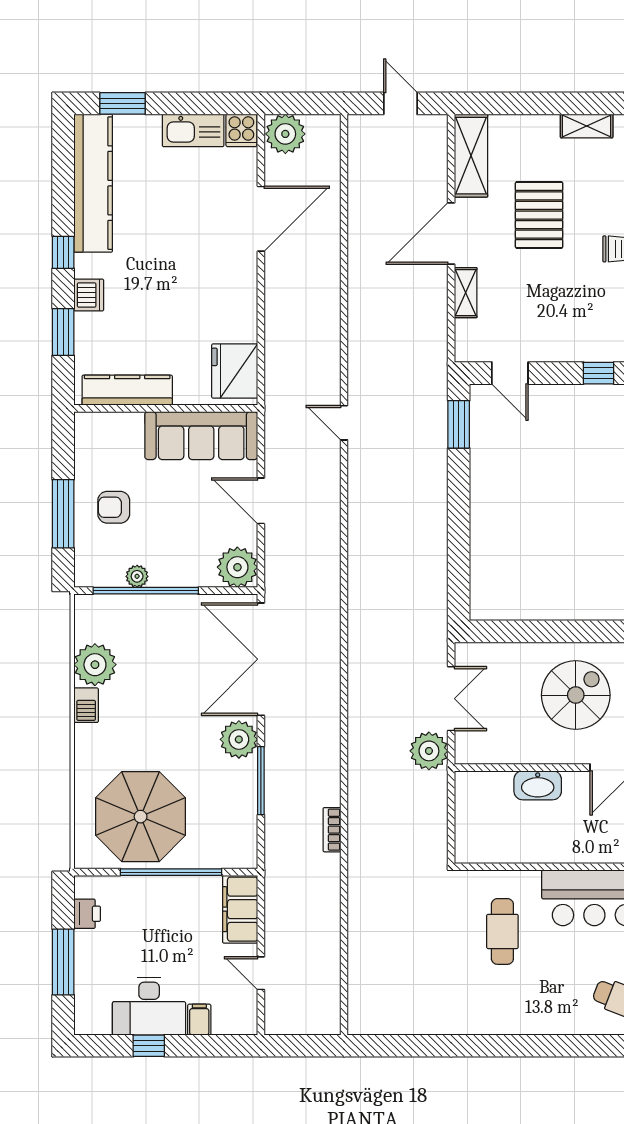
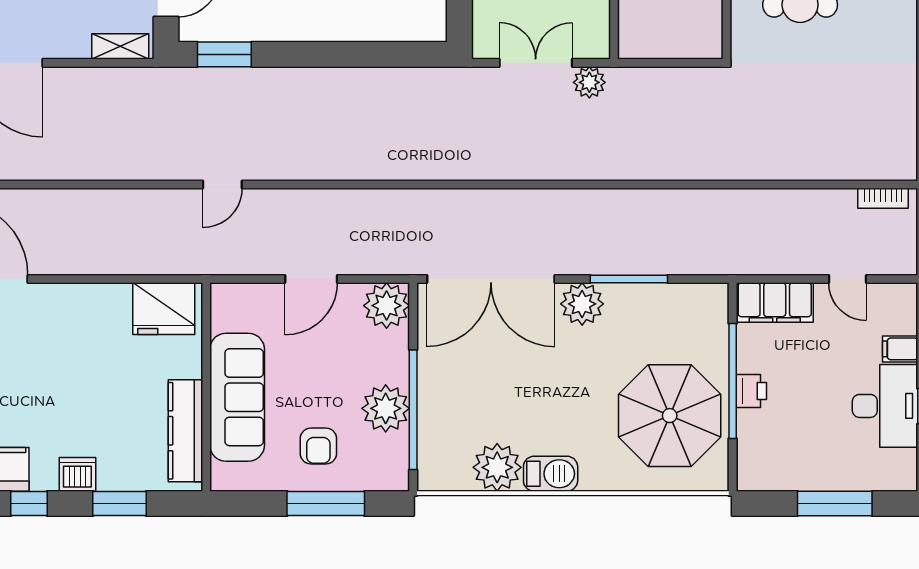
shelving: (466, 293) -> (120, 46), moved
sofa: (201, 436) -> (237, 397), moved
plant: (137, 576) -> (386, 408), width x1.87, depth x1.87
barbecue: (86, 705) -> (551, 474), width x1.38, depth x1.27
plant: (429, 751) -> (589, 82), width x0.73, depth x0.73
bookcase: (332, 830) -> (883, 198), moved
printer: (87, 914) -> (751, 391), moved, turned 90
door: (261, 973) -> (847, 279), hinge flipped

